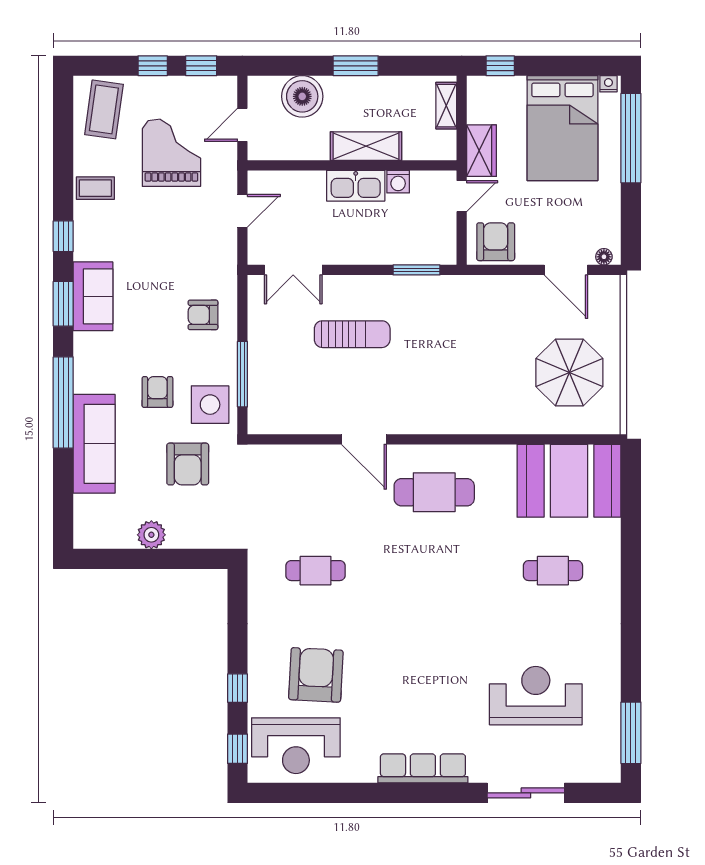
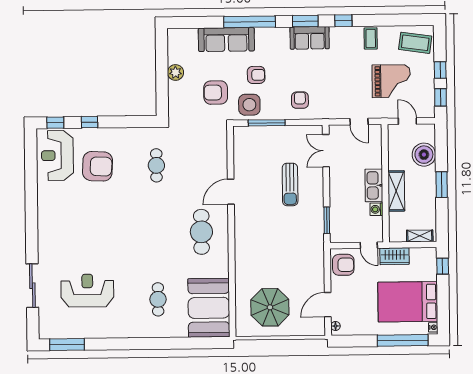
reception desk: (536, 696) -> (87, 291), turned -90
row of seats: (423, 768) -> (45, 227), removed

